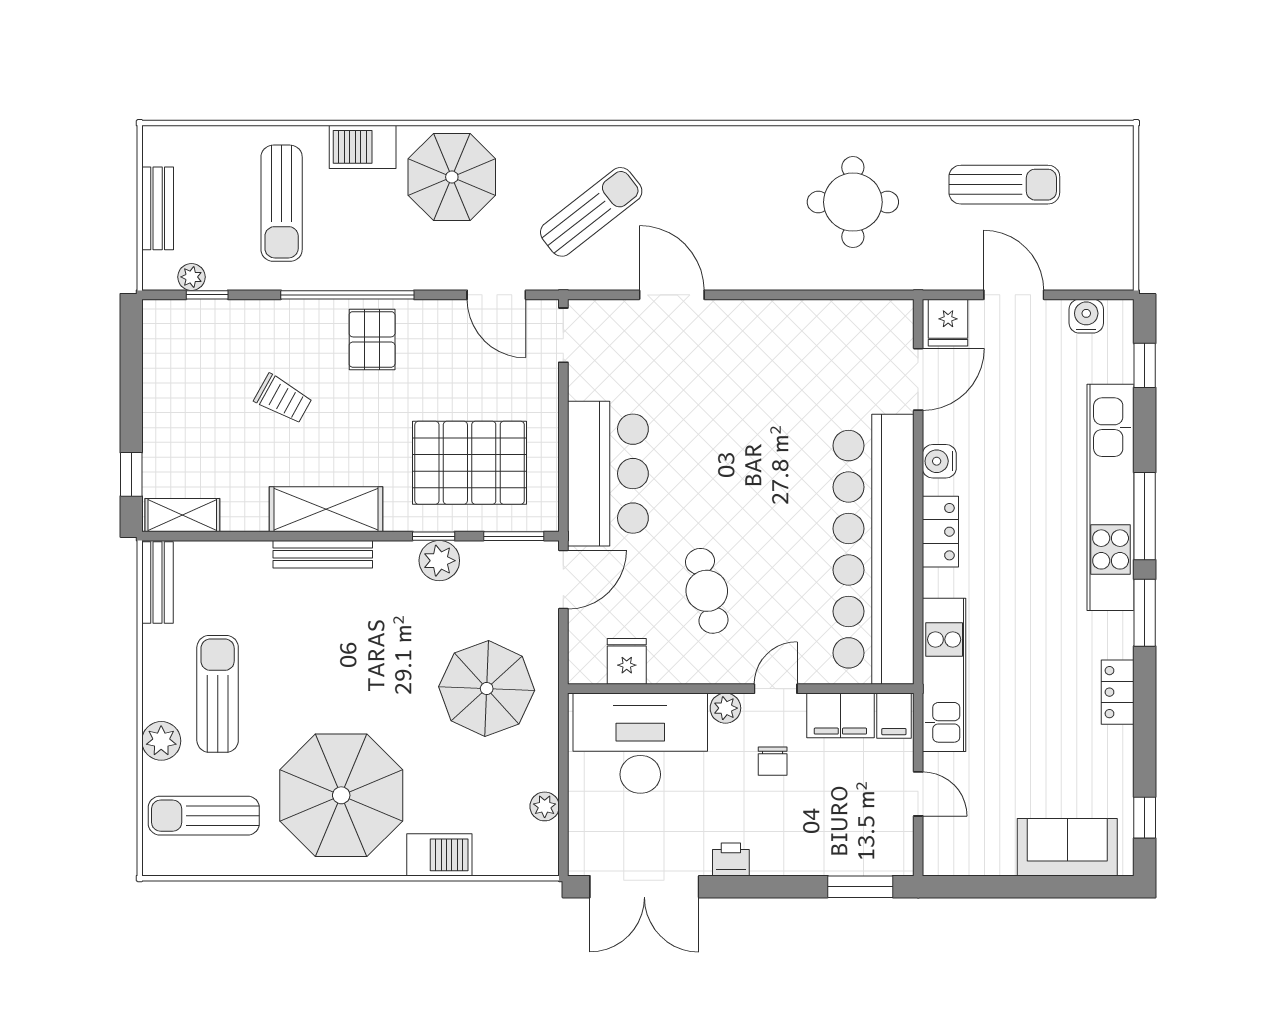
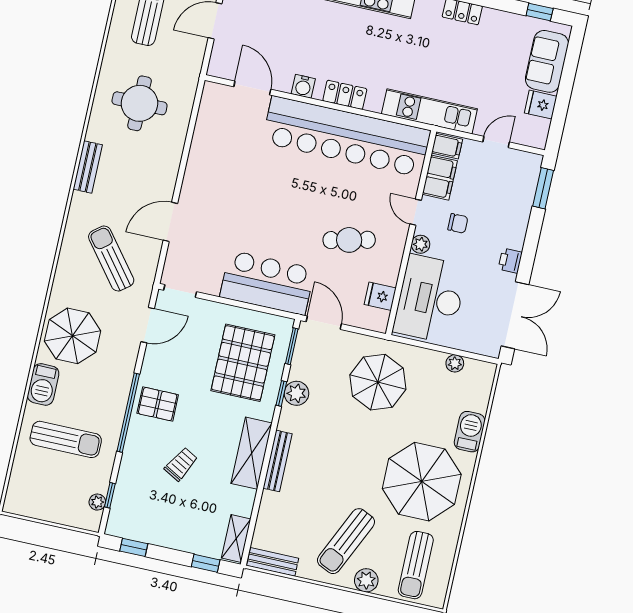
bench: (158, 208) -> (88, 167), moved, turned 90
fridge: (948, 323) -> (541, 105), moved, turned 180
window: (131, 352) -> (134, 547), added
sun lounger: (218, 694) -> (346, 541), turned -65

